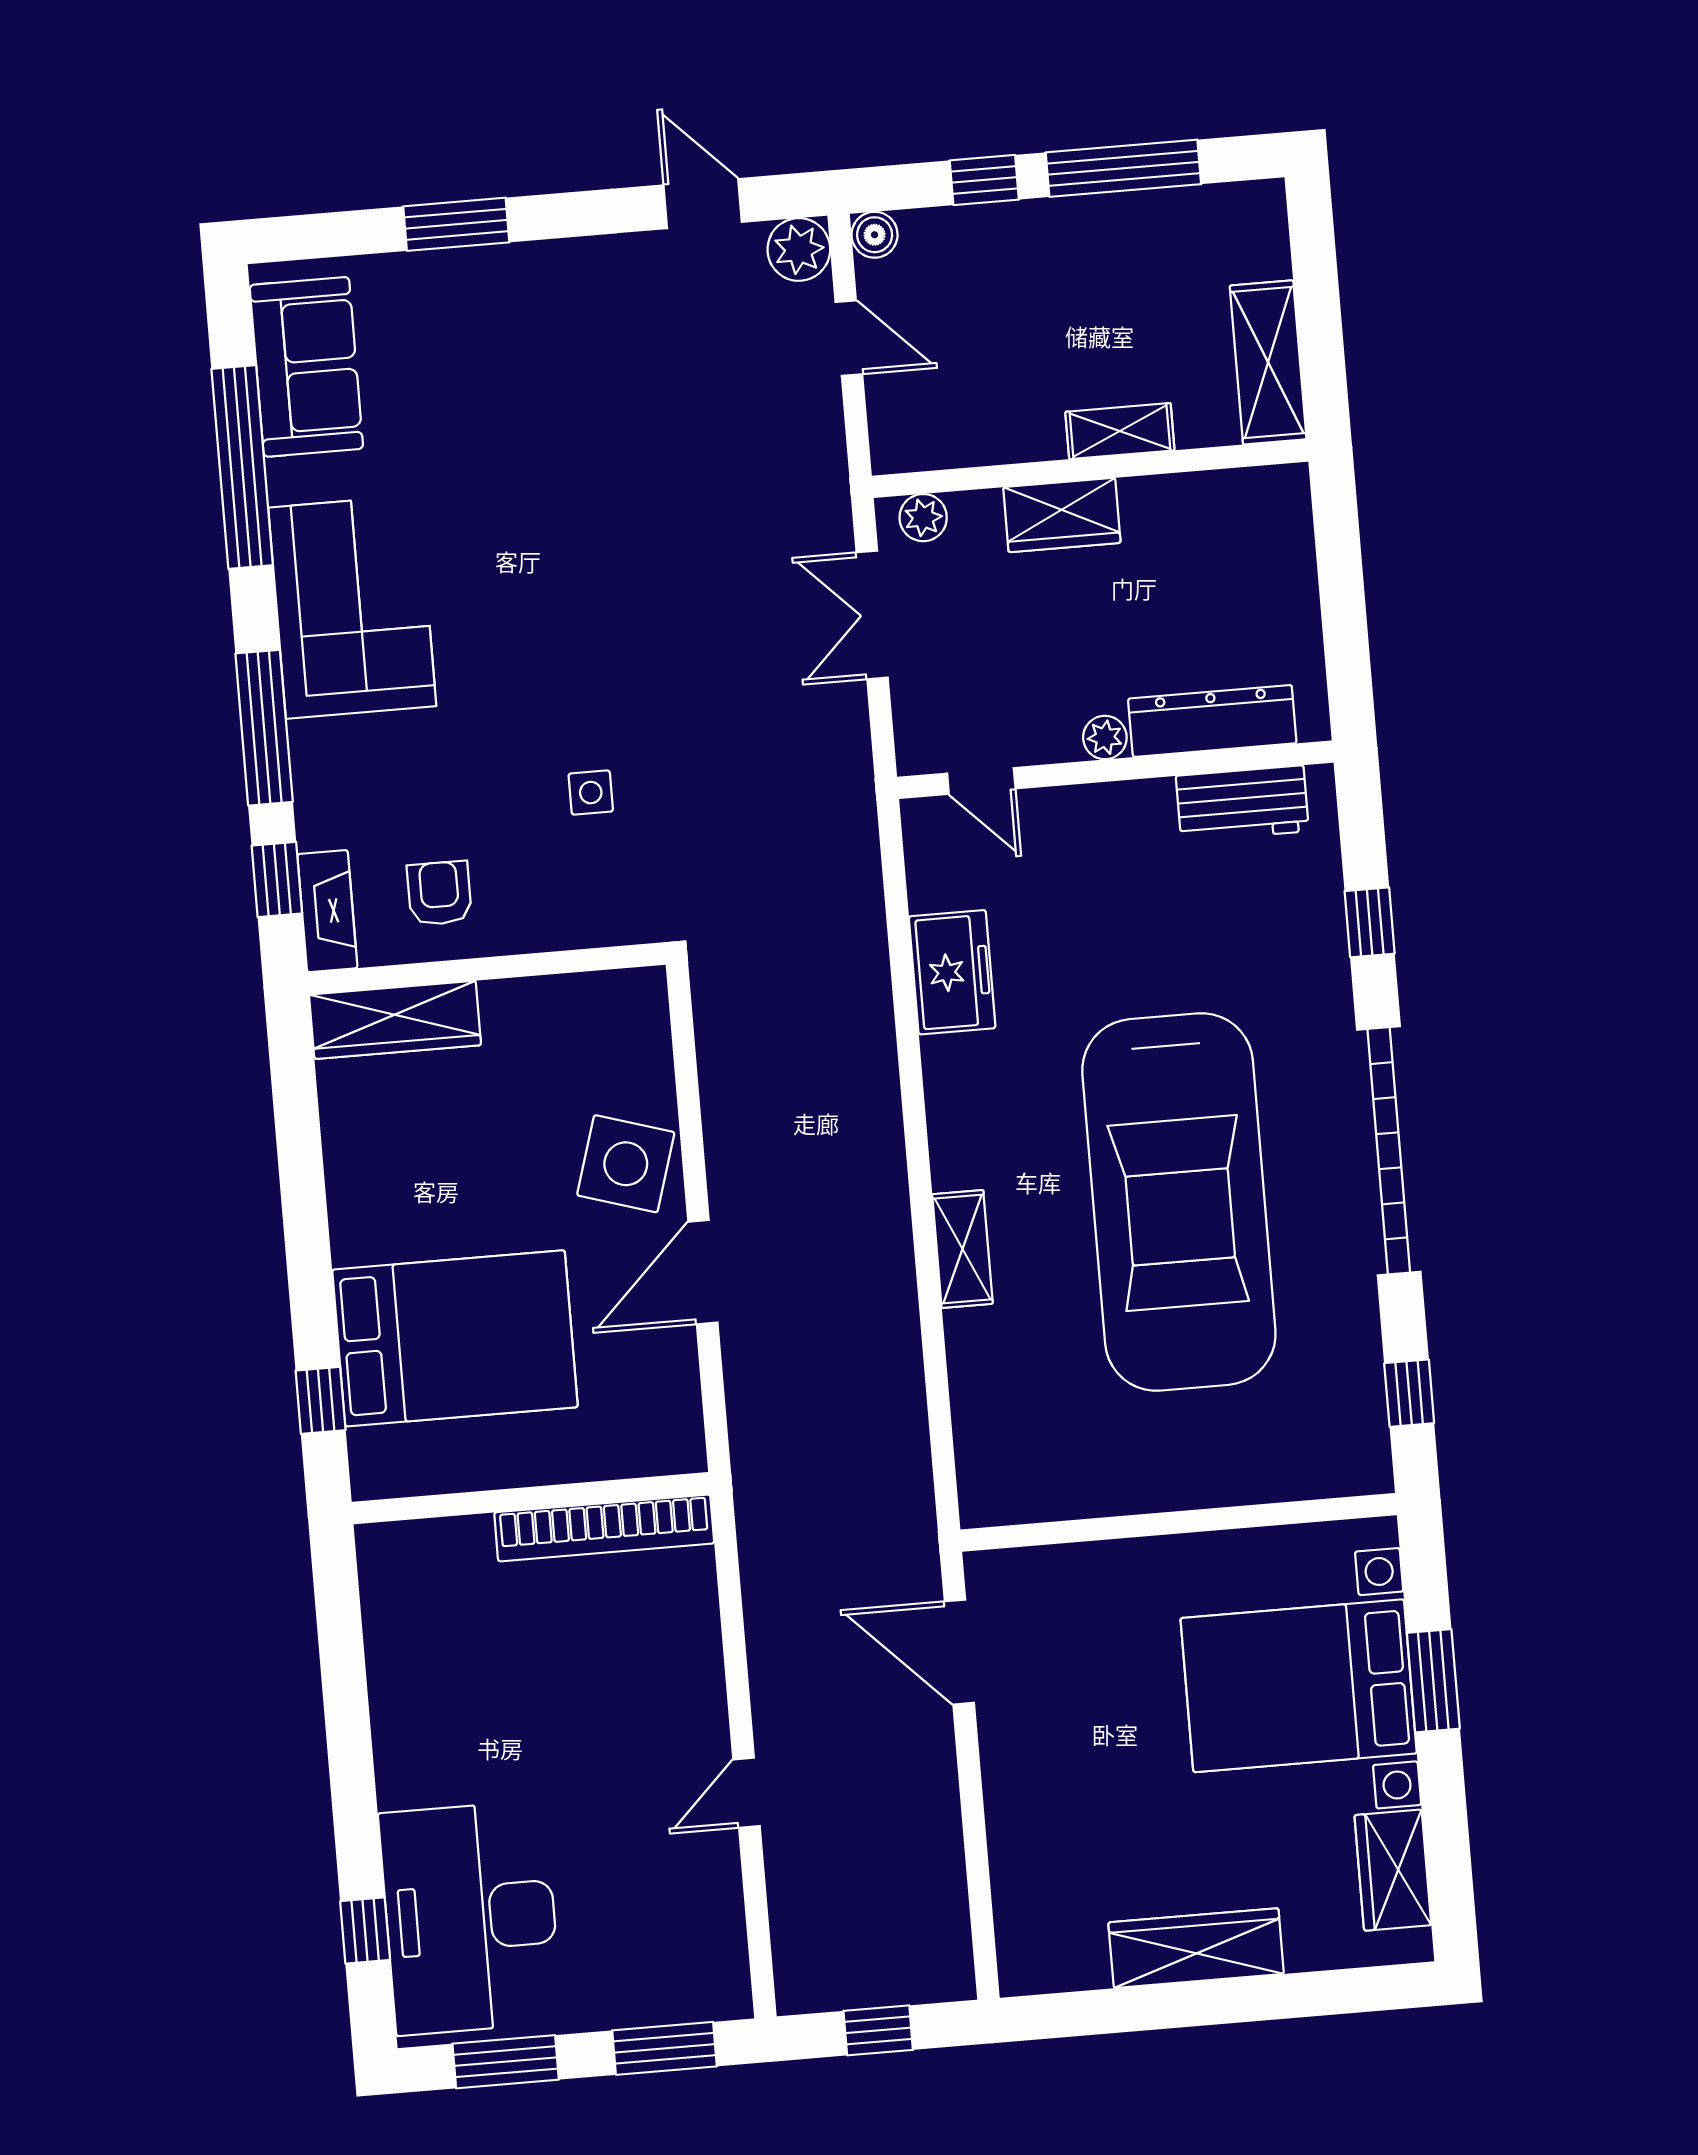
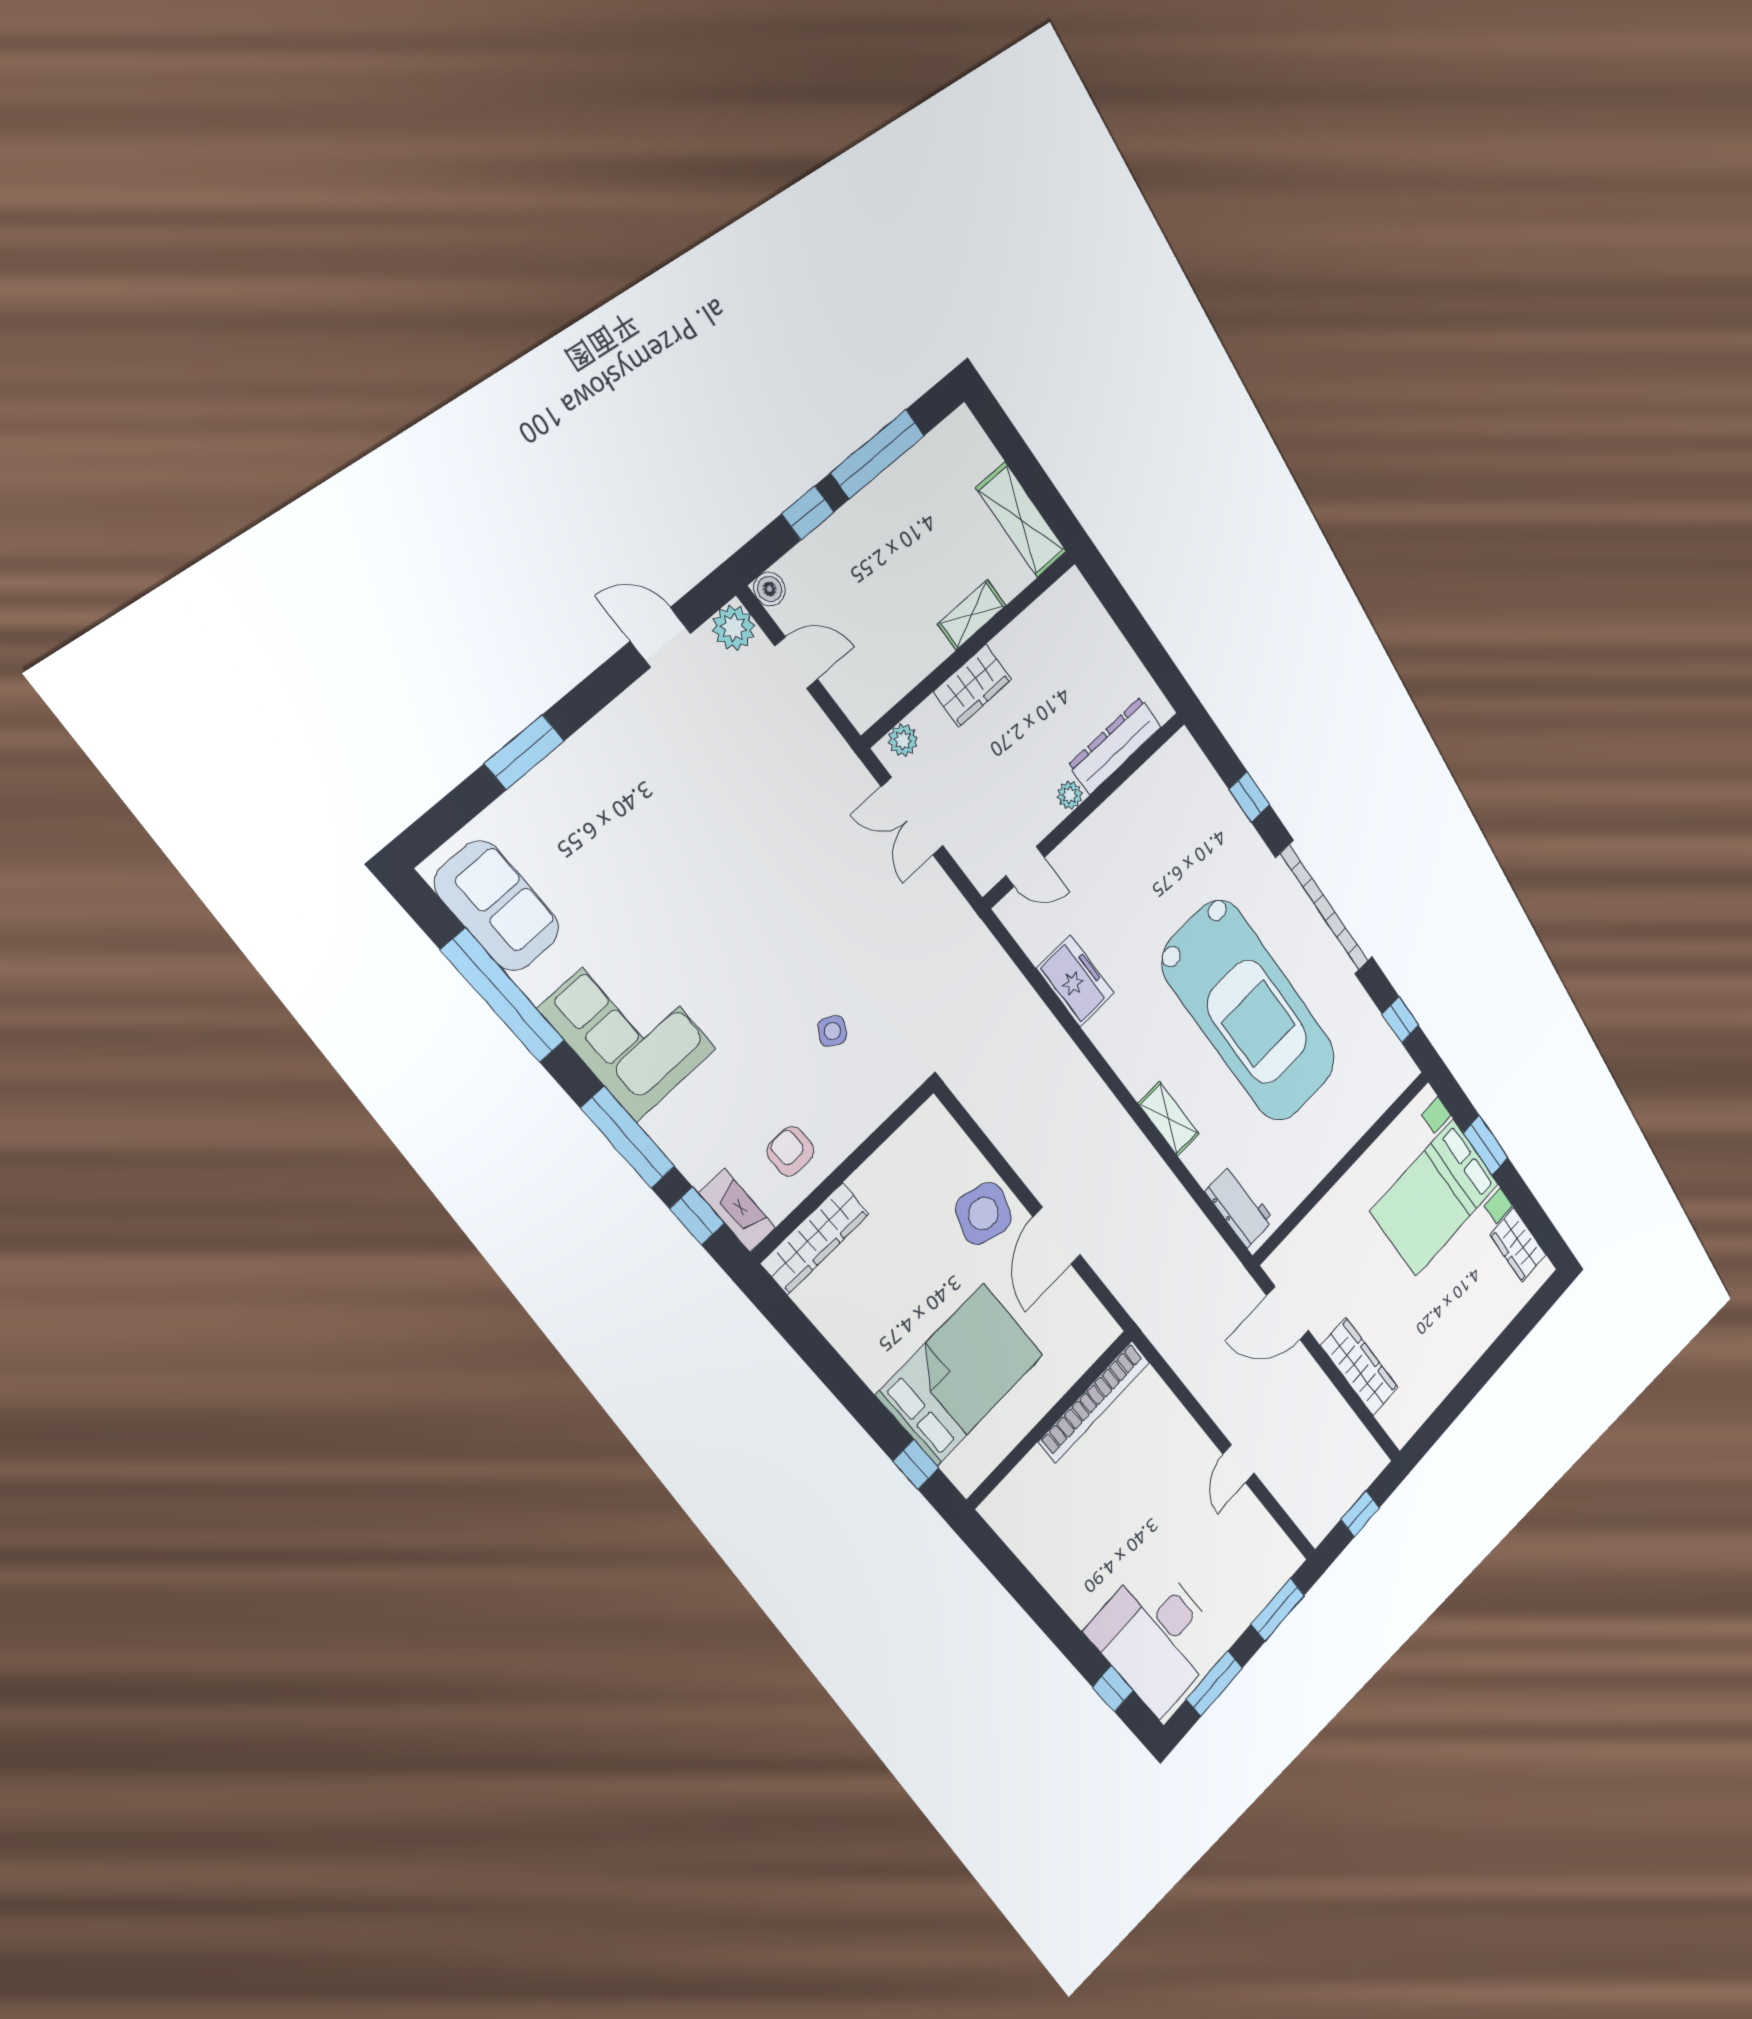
side table: (591, 793) -> (832, 1031), turned 30
workbench: (1242, 804) -> (1239, 1206), moved, turned -90
wardrobe: (1196, 1948) -> (1359, 1367), moved, turned 90

